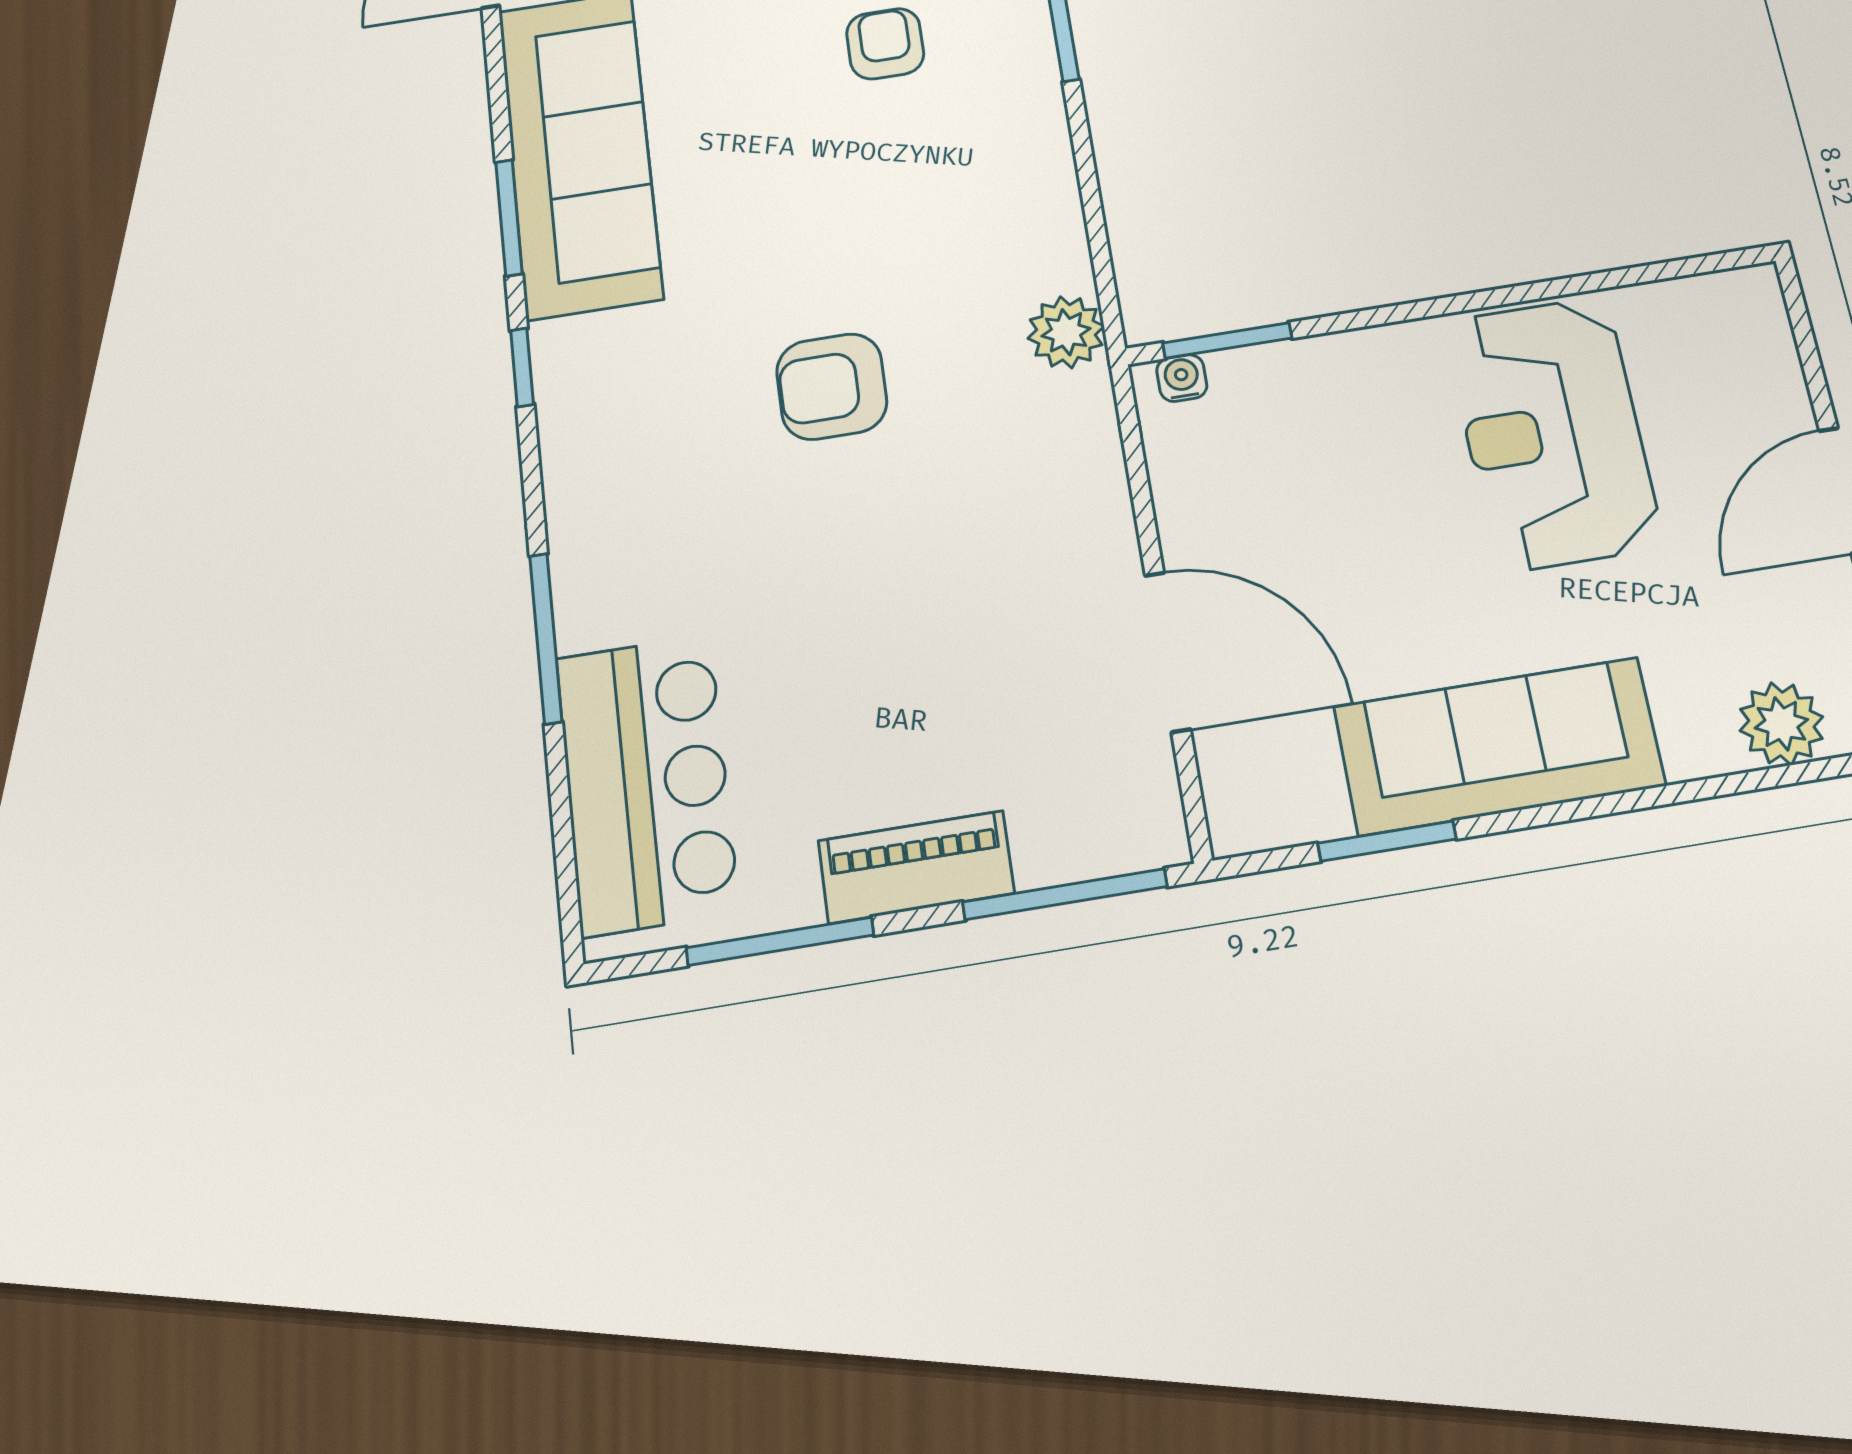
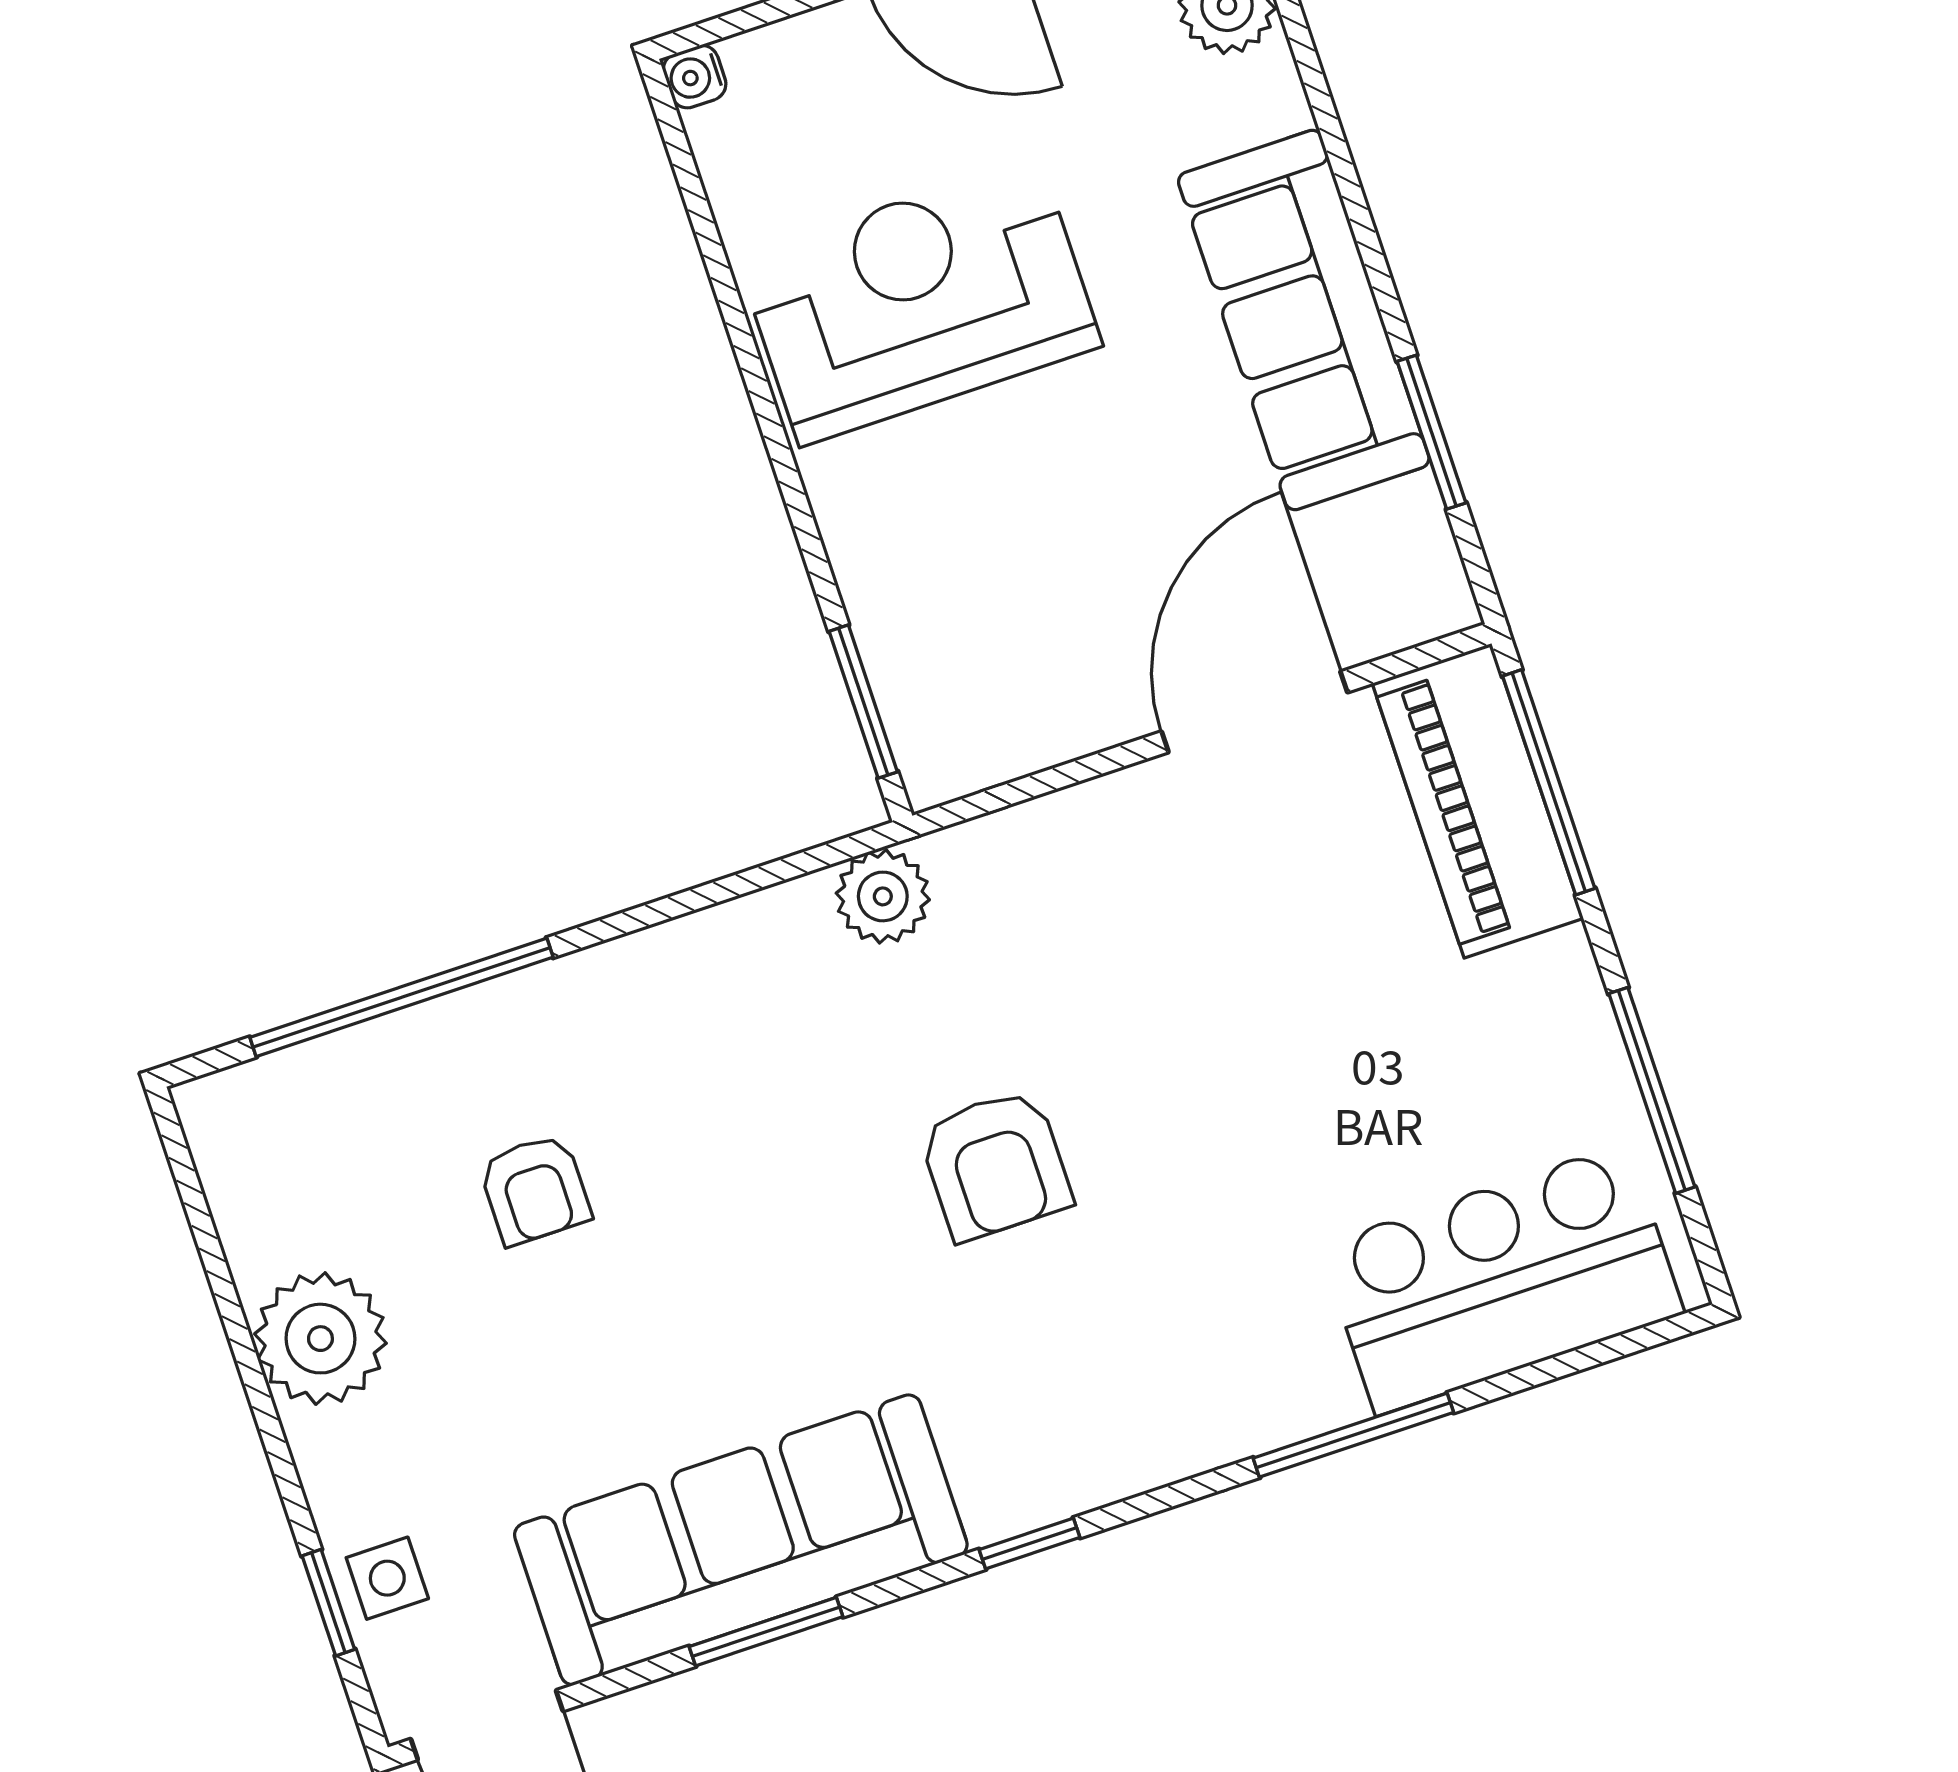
armchair: (885, 44) -> (535, 1190), turned -90
window: (509, 218) -> (766, 1632), moved
water cooler: (1182, 378) -> (695, 77), moved
reception desk: (1553, 433) -> (919, 301), turned 180
piano: (916, 867) -> (1478, 801), moved, width x1.37, depth x1.33

